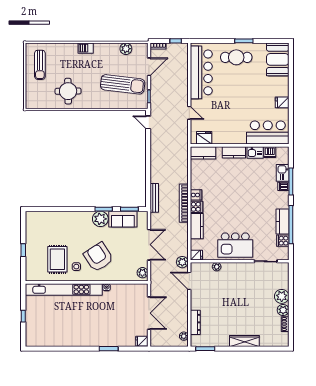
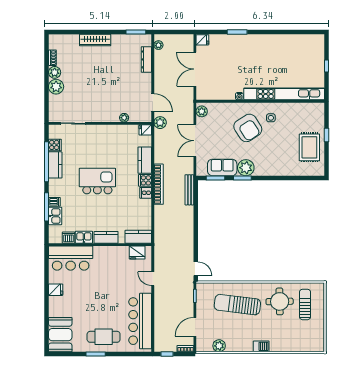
sun lounger: (40, 65) -> (305, 304), moved
sun lounger: (123, 84) -> (237, 305), moved
kitchen island: (235, 245) -> (97, 181), moved
rug: (57, 259) -> (309, 147), moved

